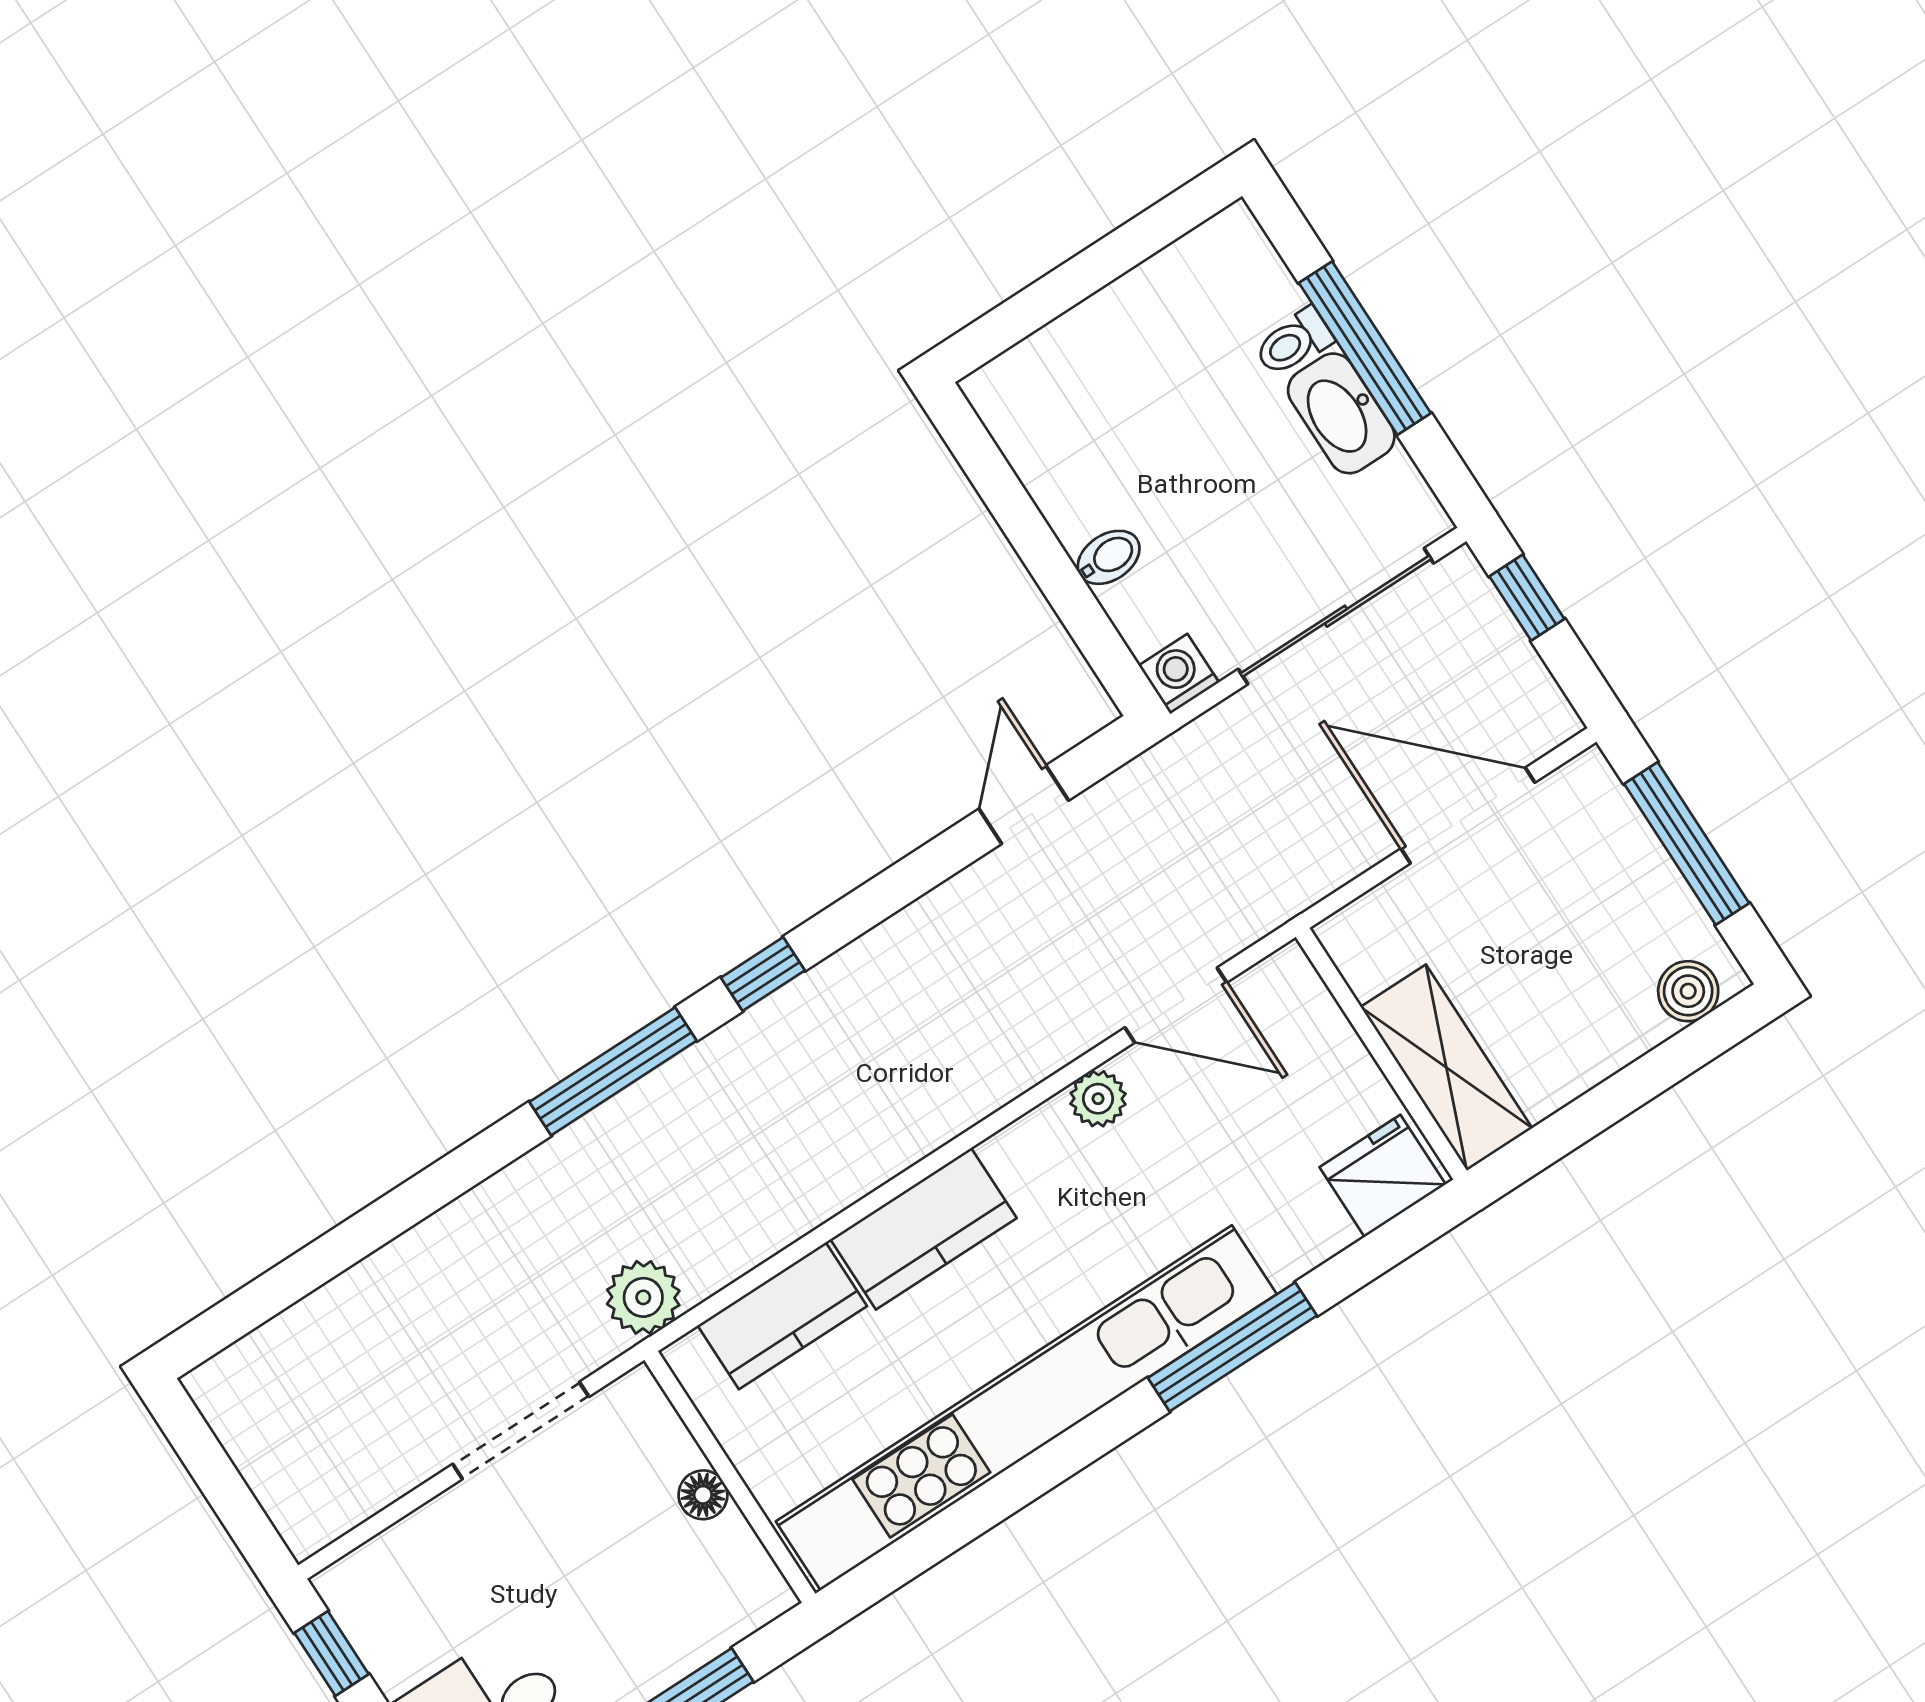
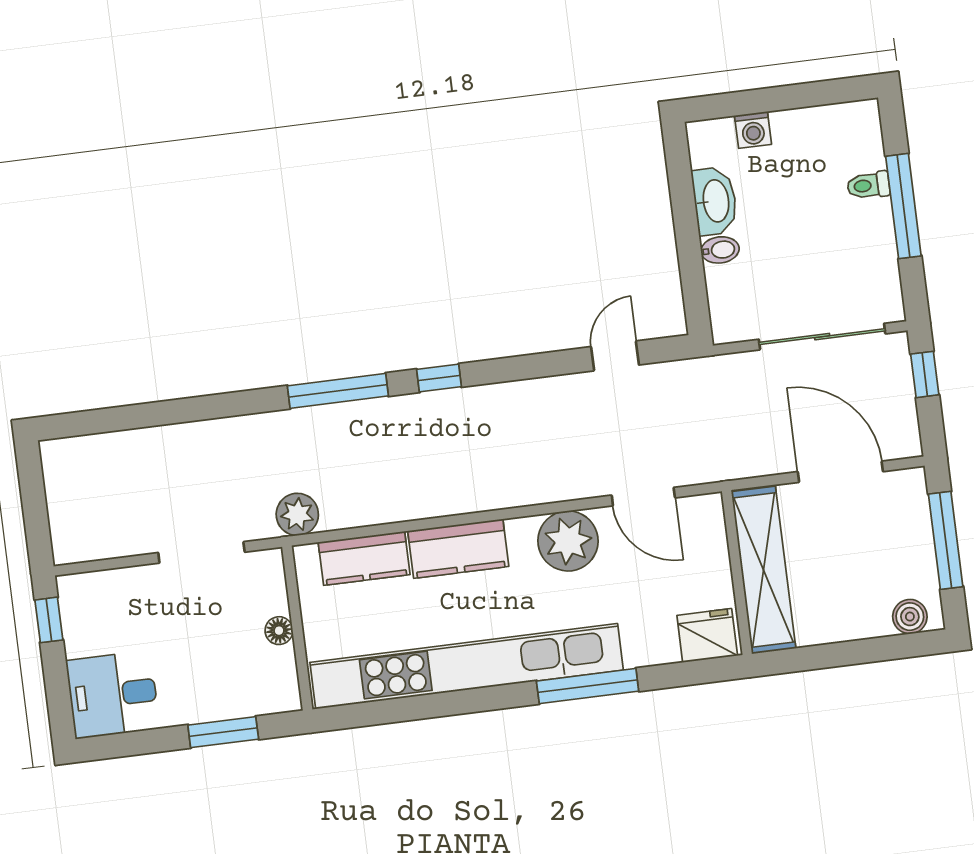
washbasin: (1341, 413) -> (715, 201), moved, turned 180
washing machine: (1179, 674) -> (753, 130), moved, turned 180
shelving: (1446, 1068) -> (764, 570), width x1.47
plant: (1098, 1099) -> (568, 541), width x1.88, depth x1.88

